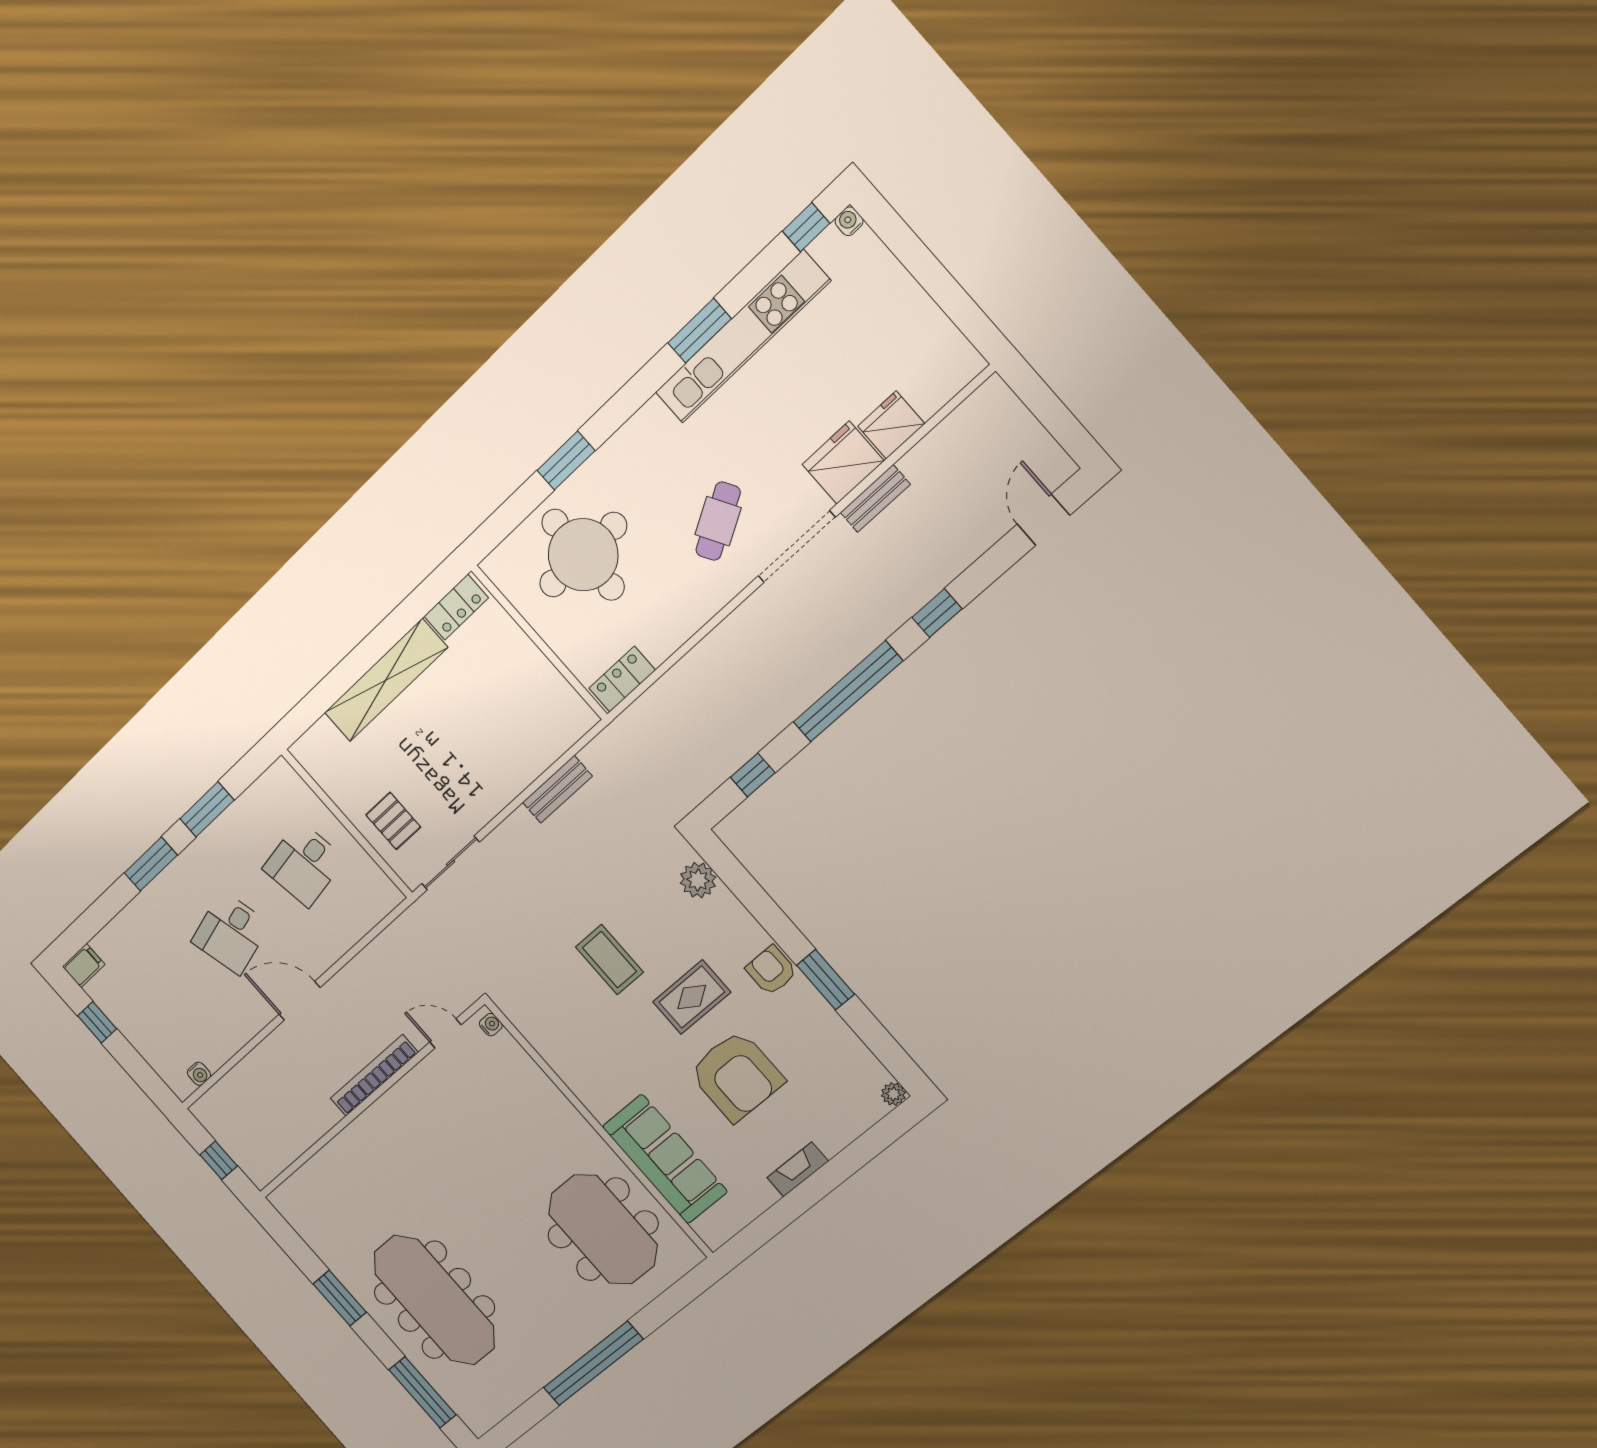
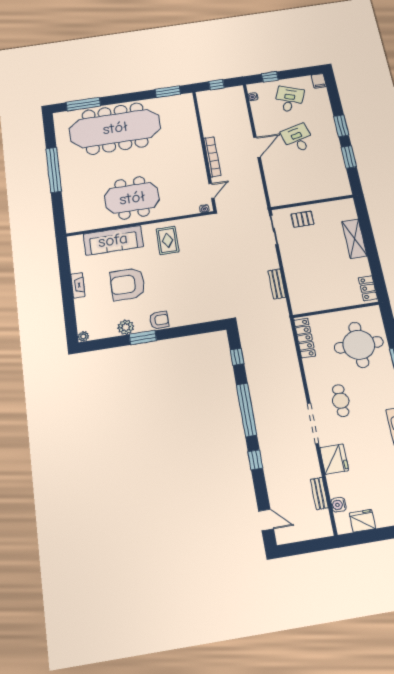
water cooler: (929, 399) -> (339, 505), added
fridge: (891, 425) -> (362, 521), moved, turned -90
bench: (875, 498) -> (319, 493), moved
cafe table: (718, 521) -> (341, 401), turned 30
locker: (622, 679) -> (305, 338), width x1.53
shelving: (386, 680) -> (354, 239), width x0.68
desk: (304, 864) -> (289, 99), moved, turned 30
plant: (698, 880) -> (126, 327), moved
coffee table: (609, 960) -> (201, 265), removed
rug: (692, 997) -> (168, 240), moved
window: (97, 1022) -> (270, 77), moved
meeting table: (603, 1229) -> (132, 198), moved
window: (340, 1298) -> (168, 92), moved
meeting table: (434, 1300) -> (115, 128), width x1.36, depth x1.27

